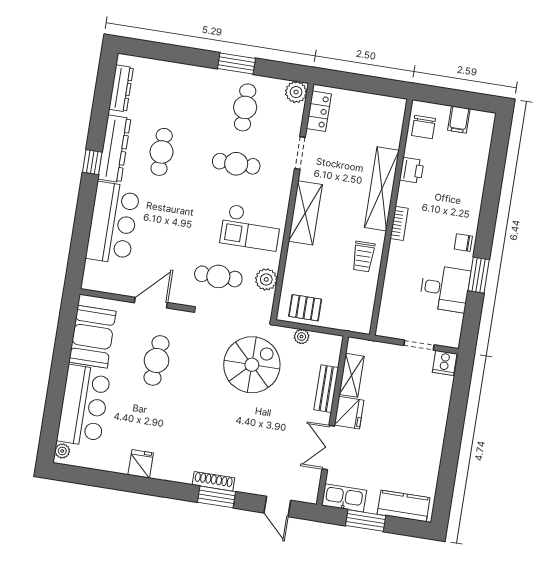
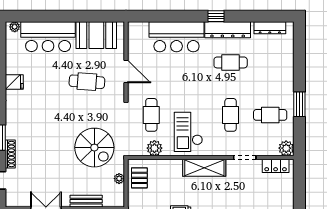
shoe rack: (213, 481) -> (10, 154), moved

